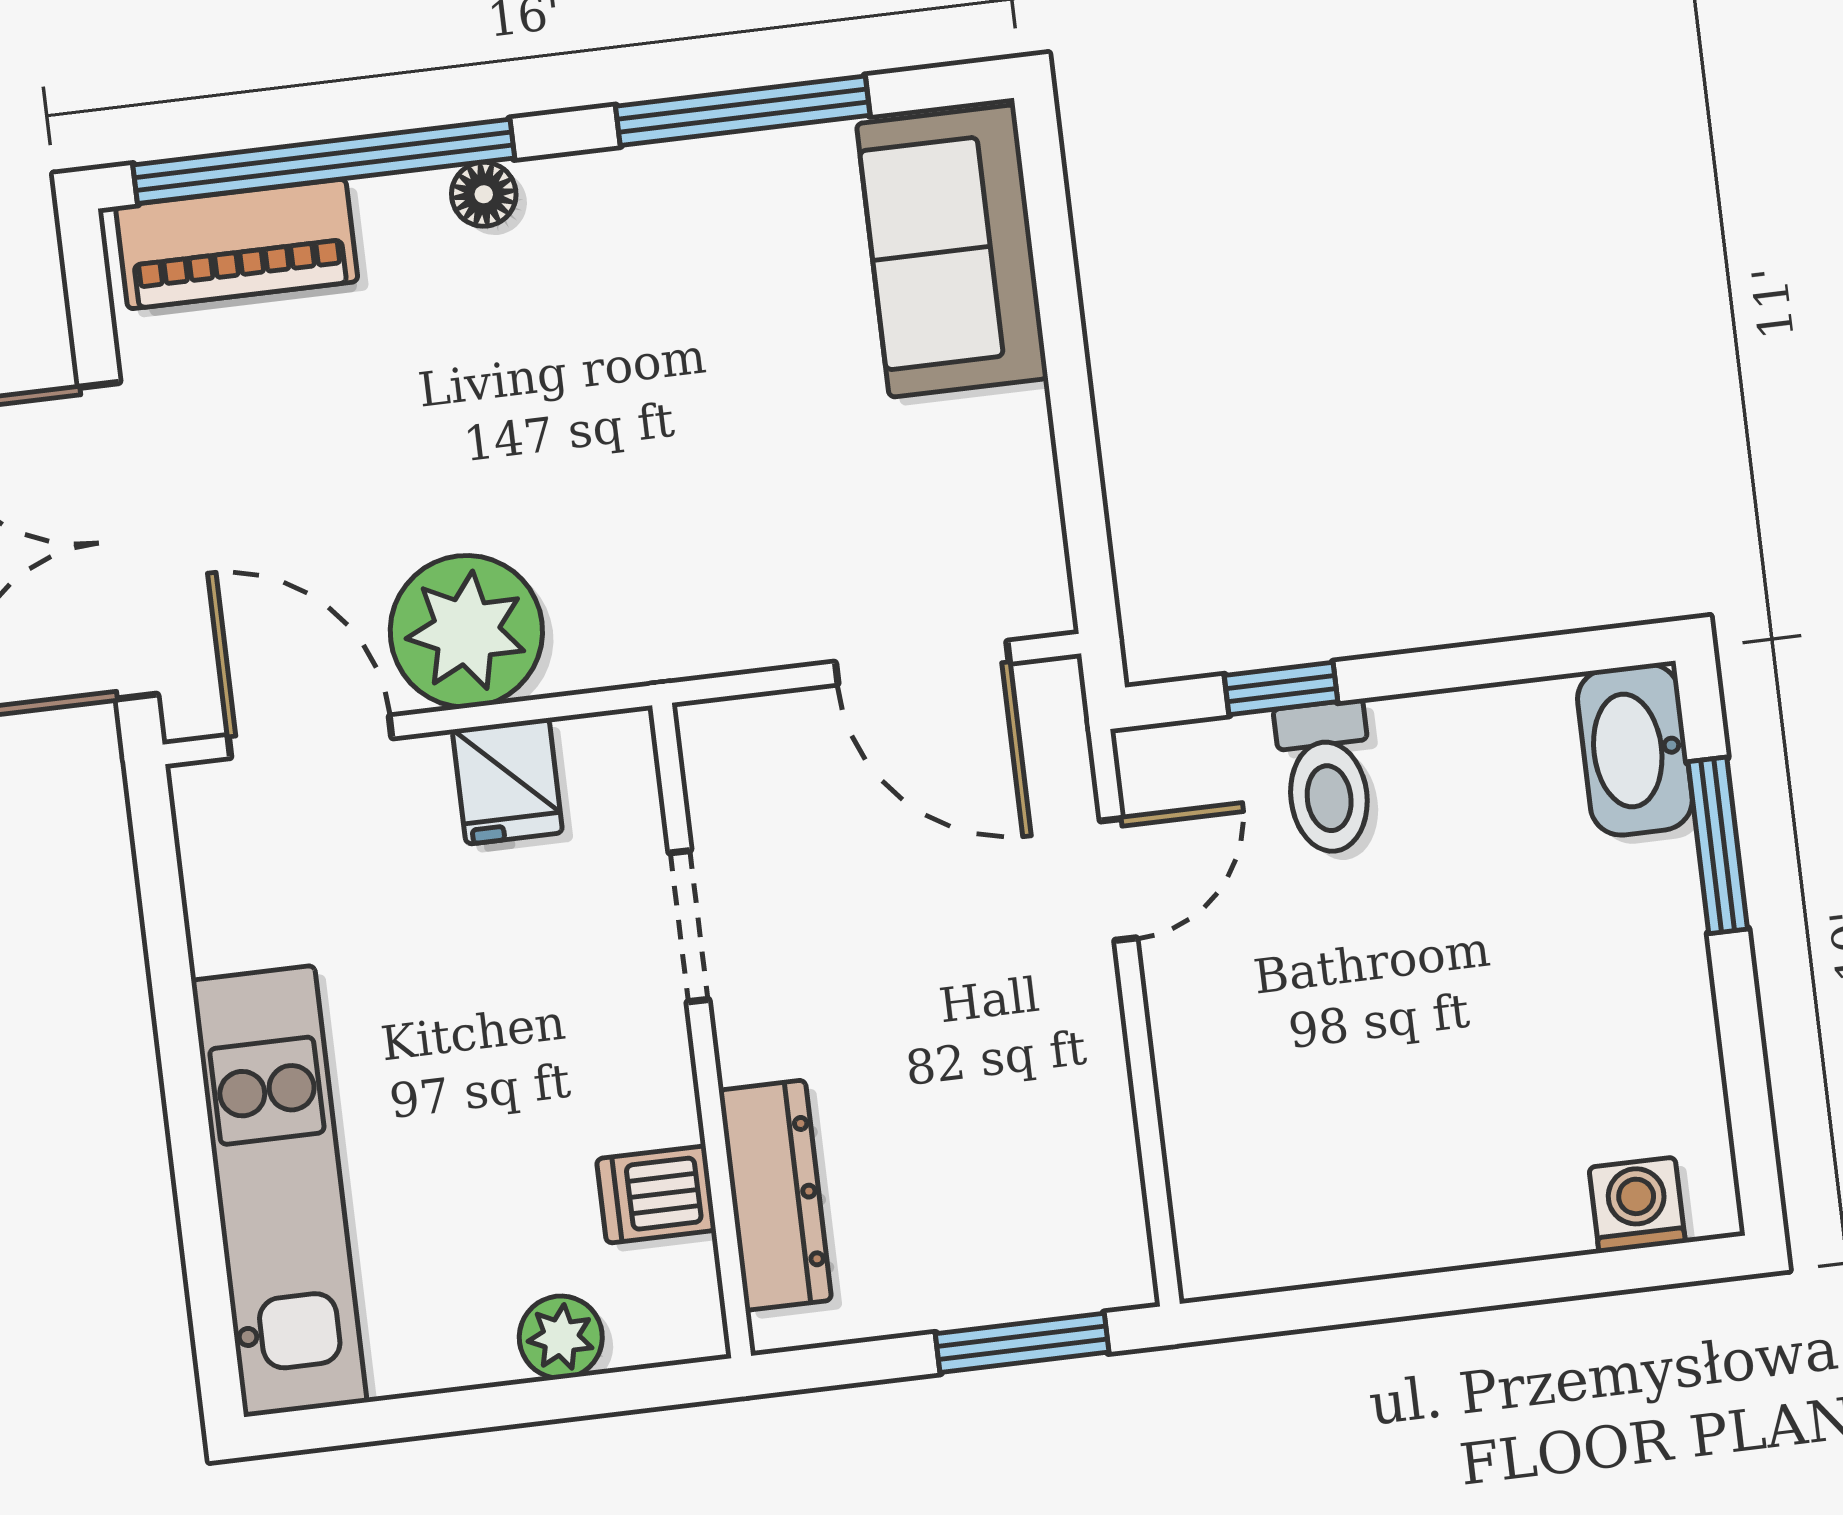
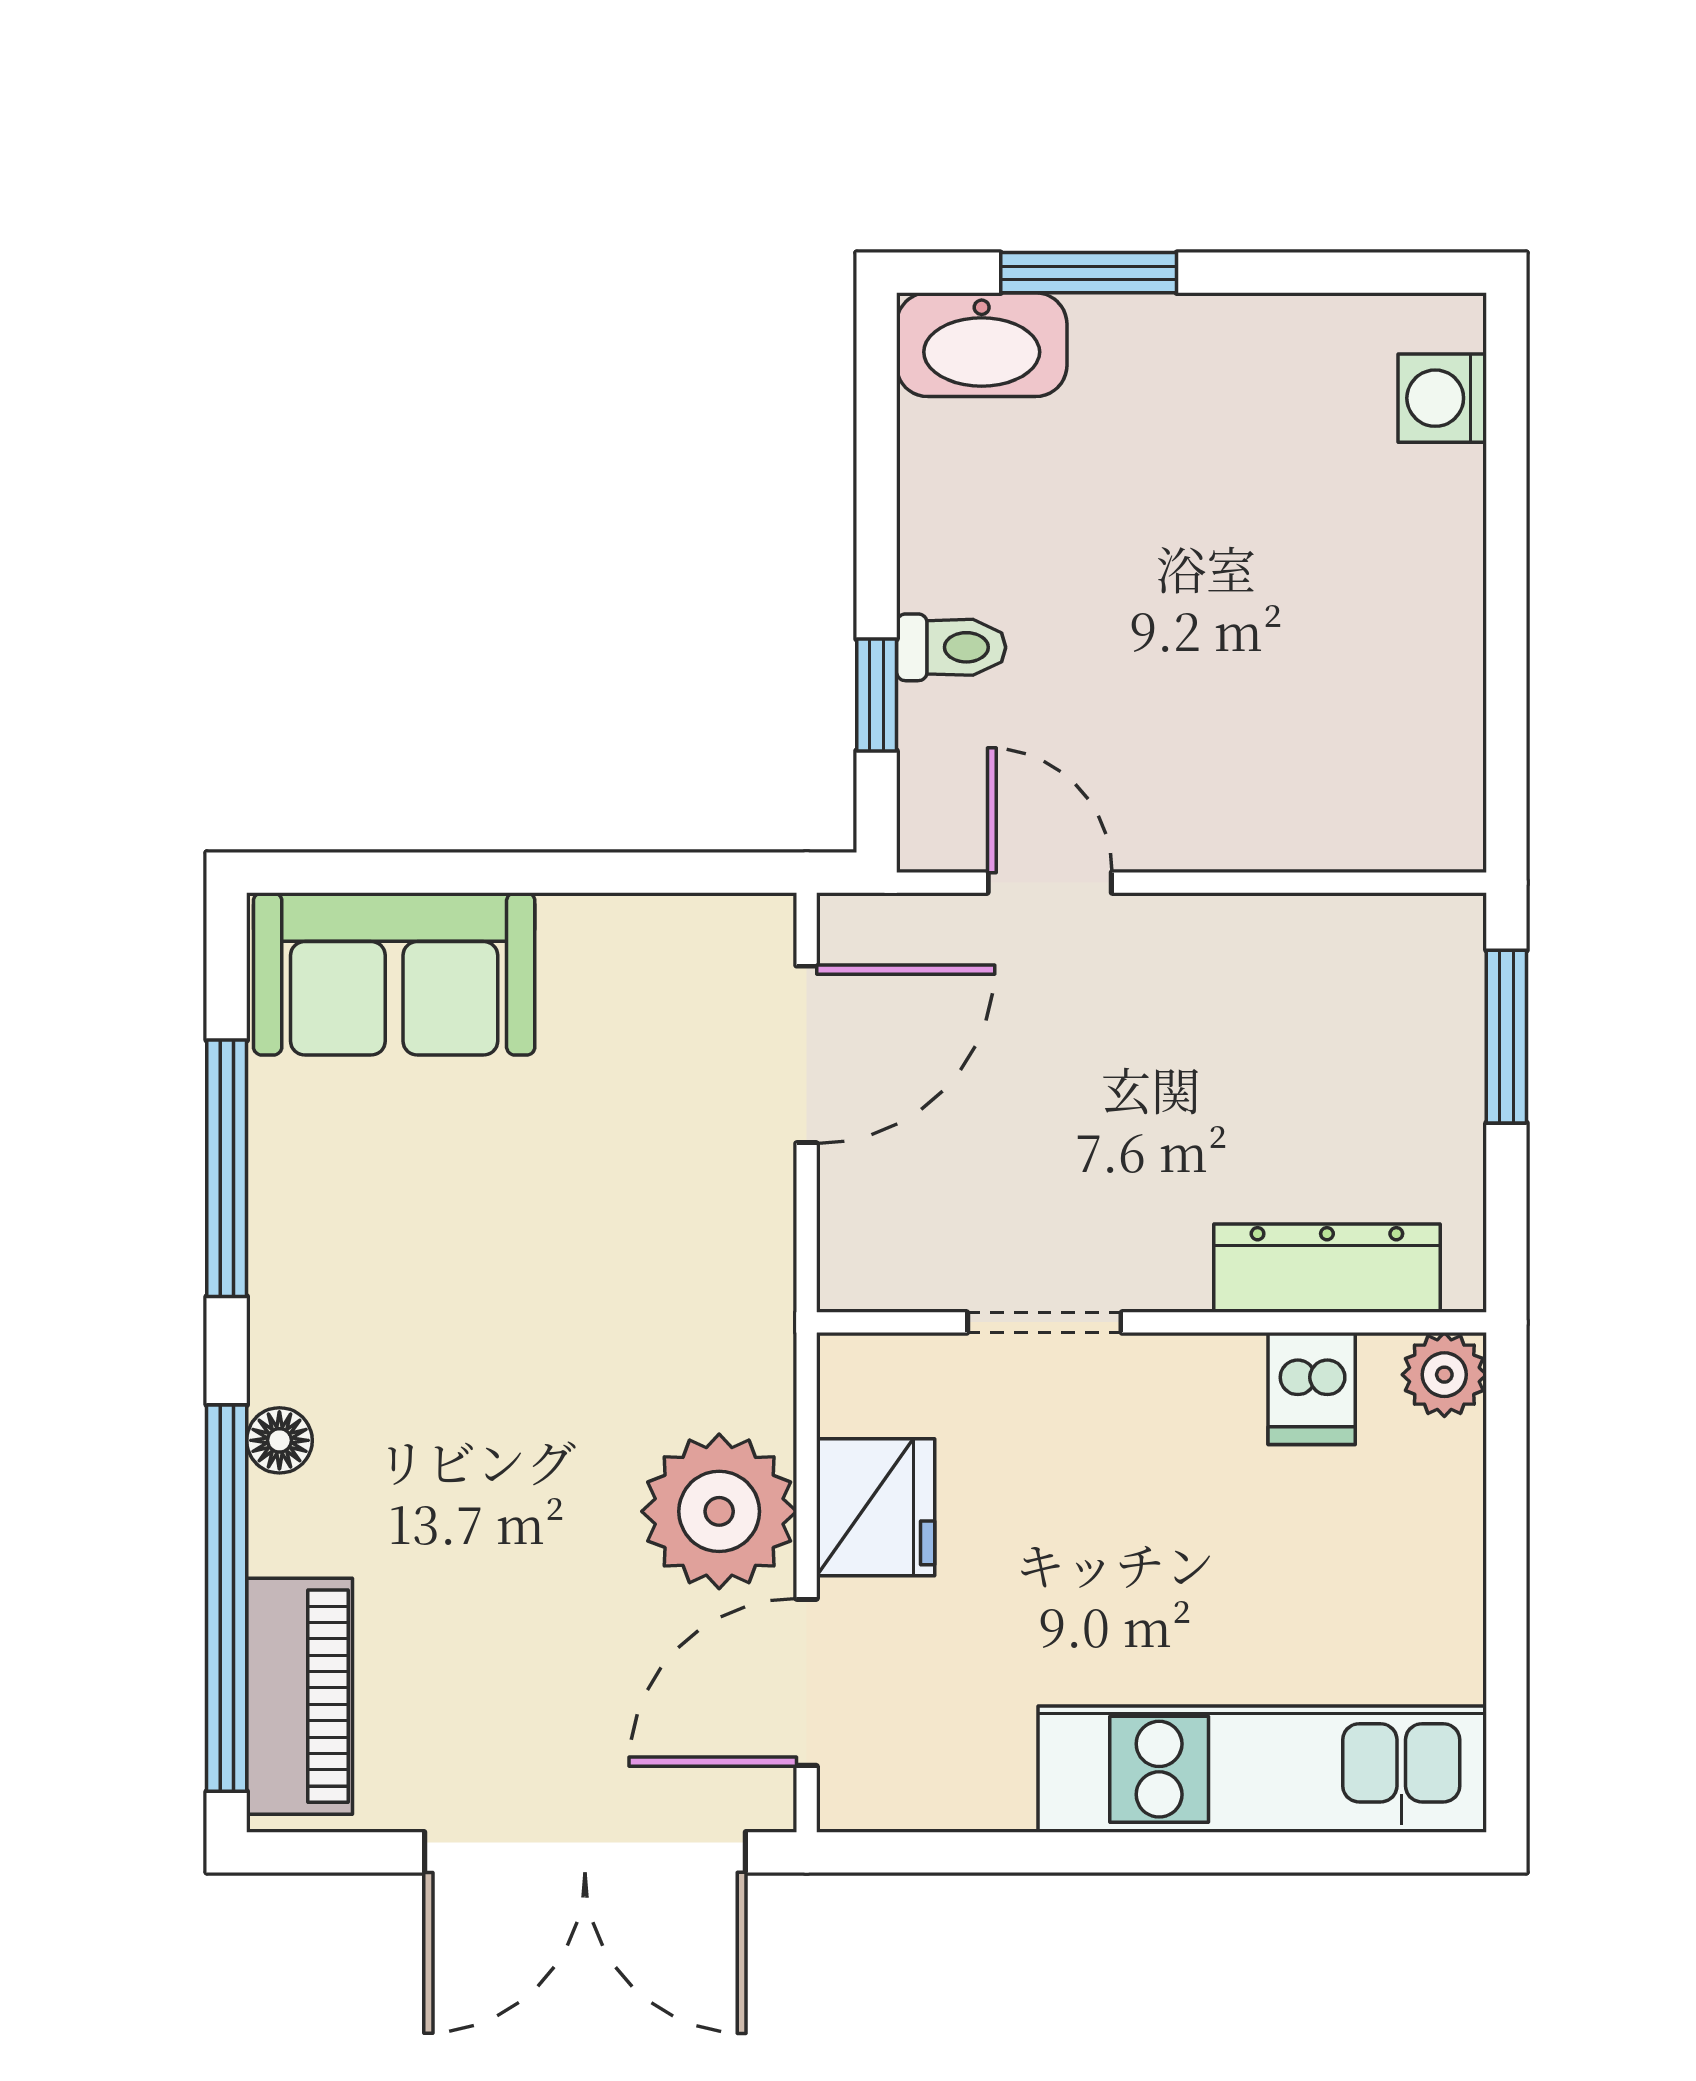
toilet: (1327, 778) -> (951, 647), width x0.73, depth x0.72
fridge: (507, 781) -> (876, 1507), width x1.38
plant: (561, 1337) -> (1444, 1375), moved

